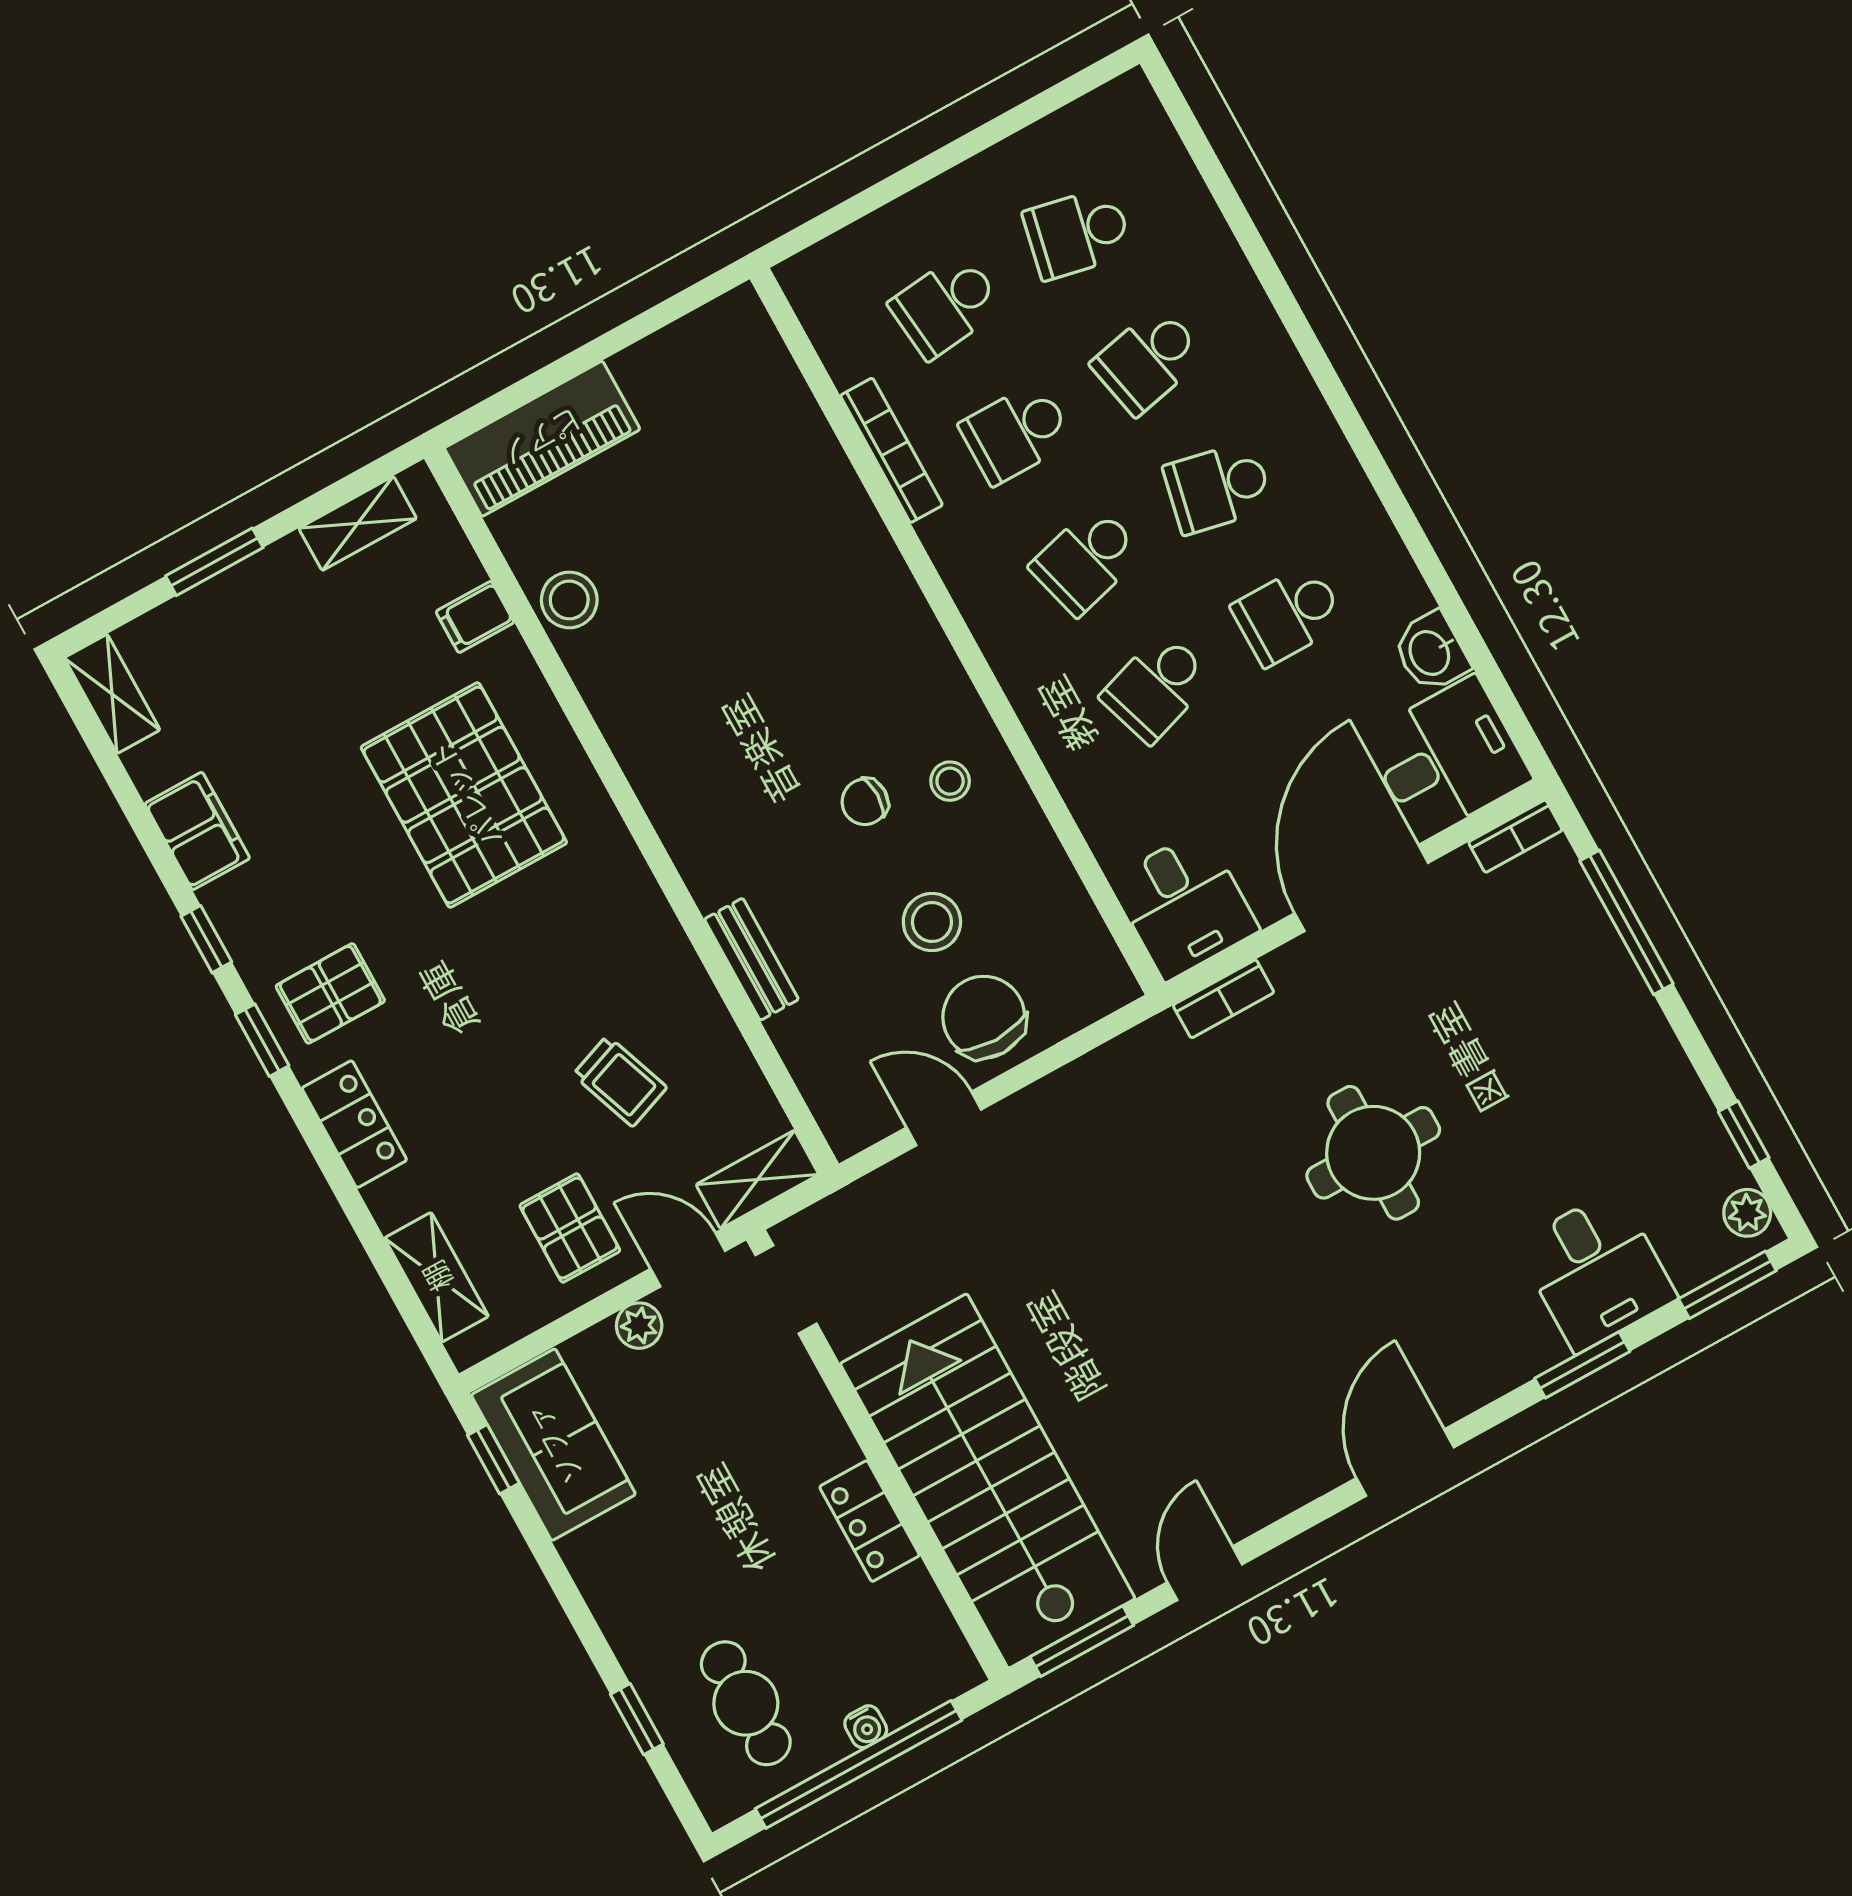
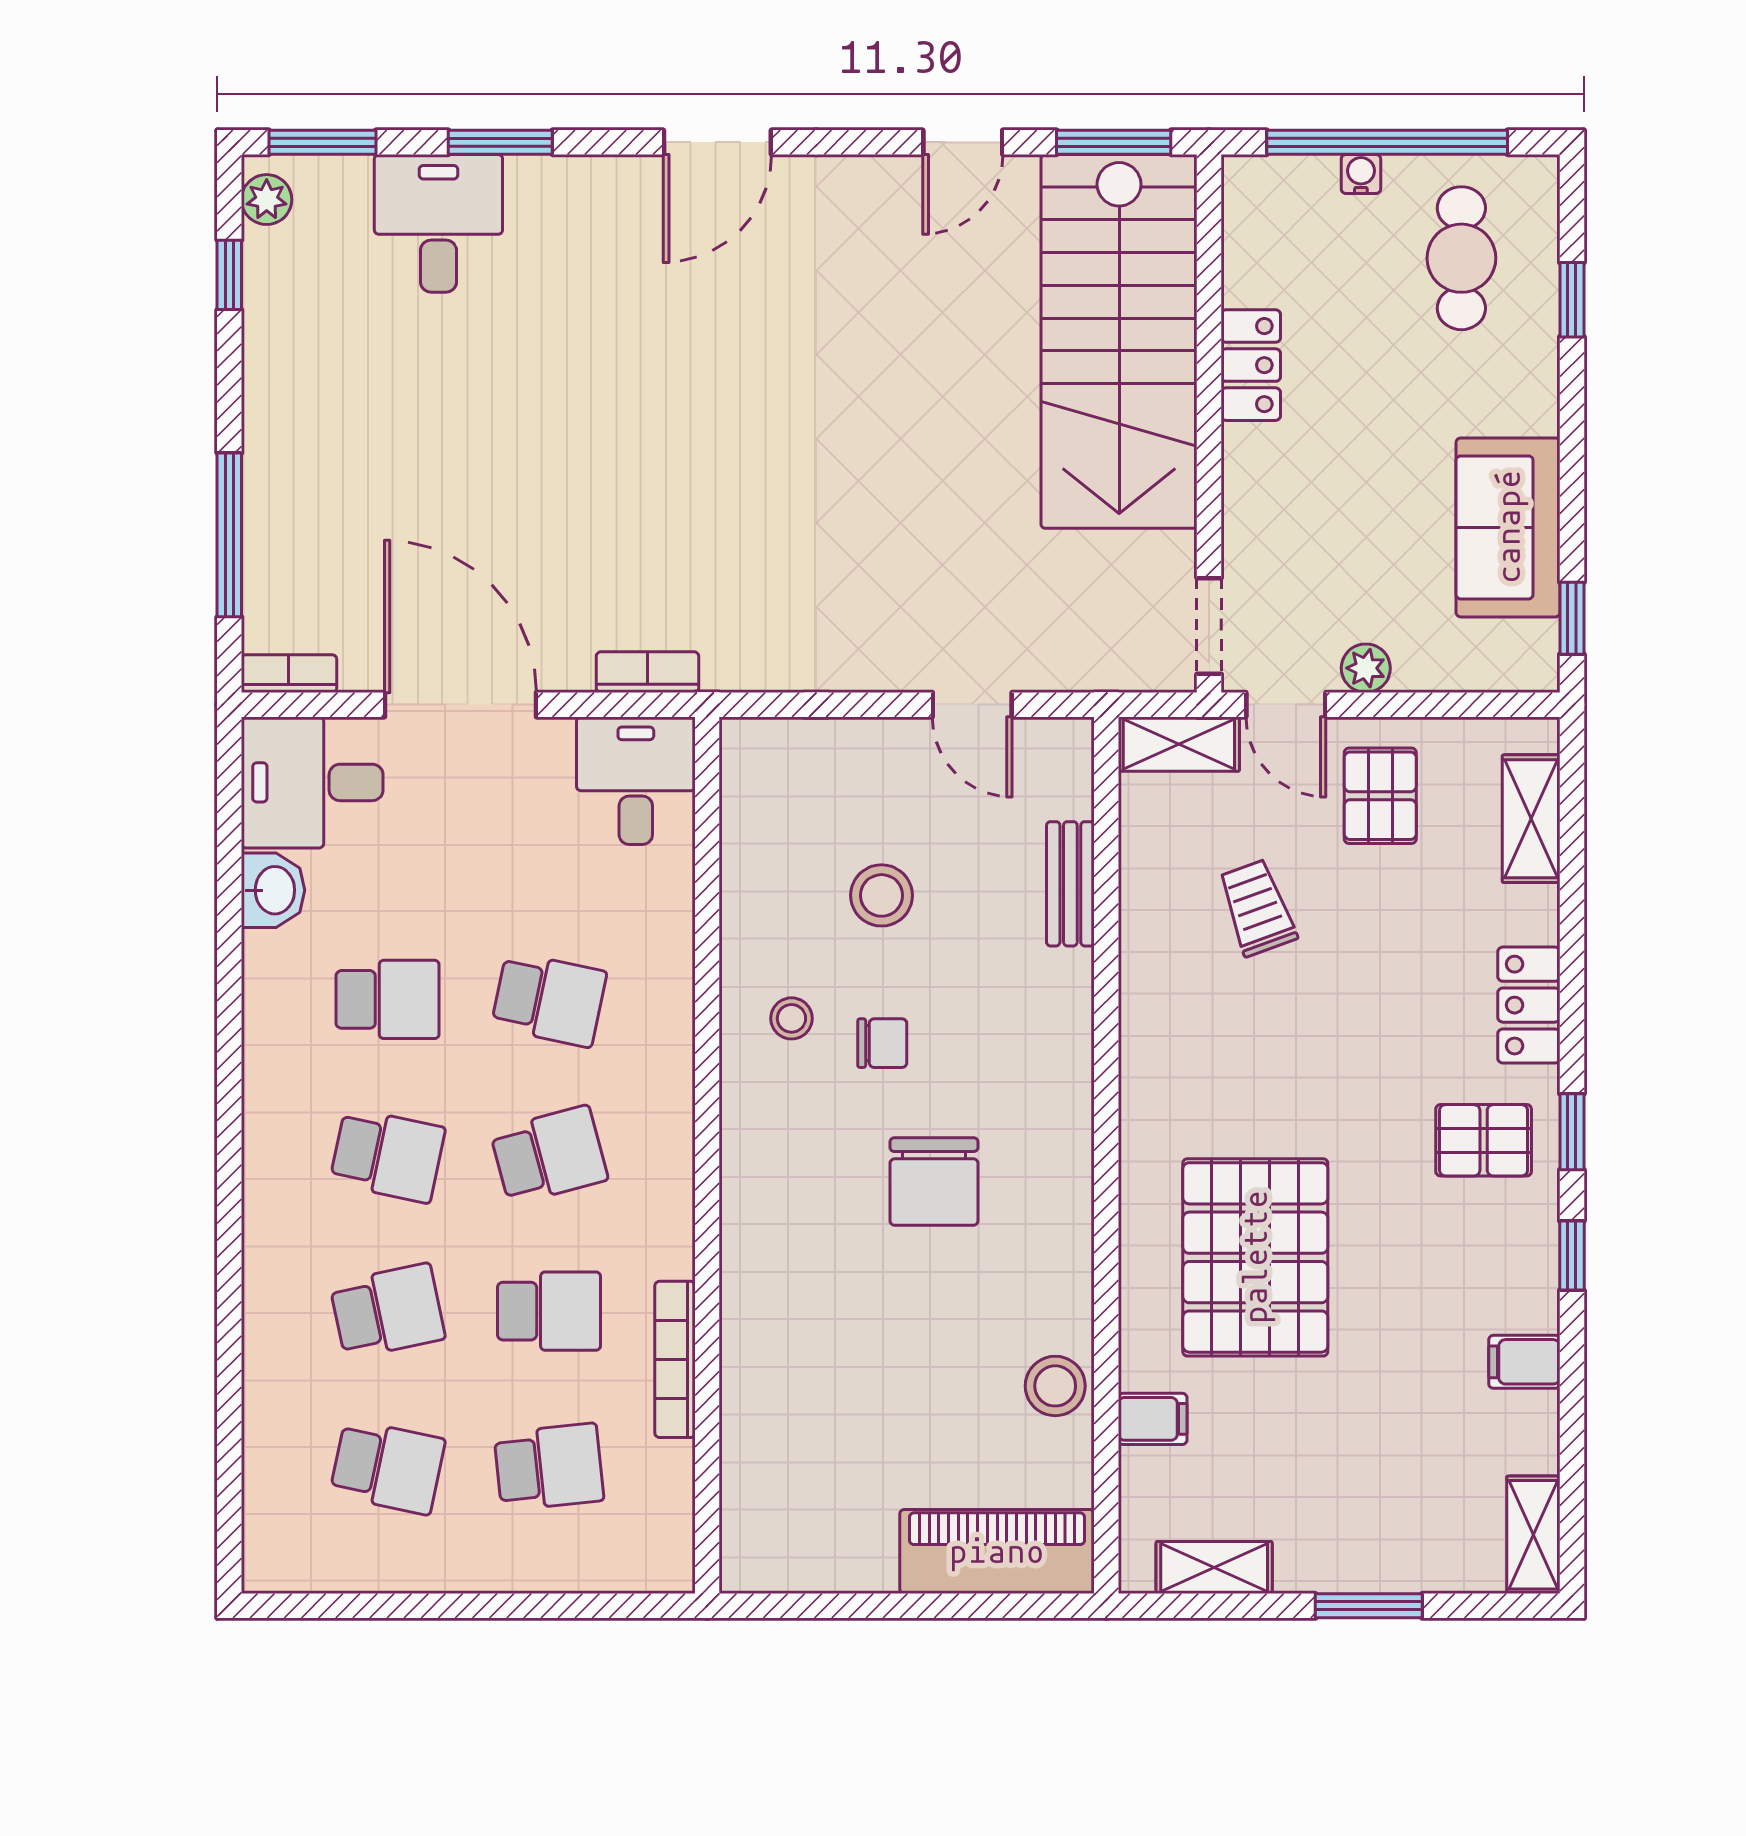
school desk: (1156, 687) -> (549, 999), turned 30
filing cabinet: (197, 831) -> (1524, 1362), width x0.50
door: (1361, 888) -> (460, 705), swing flipped
bench: (751, 959) -> (1070, 884), moved
chair: (984, 1017) -> (934, 1182), moved
round table: (1373, 1153) -> (587, 450), removed
sofa: (553, 1445) -> (1508, 527), moved

